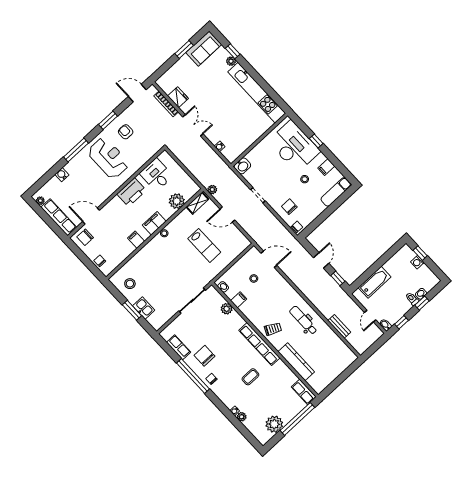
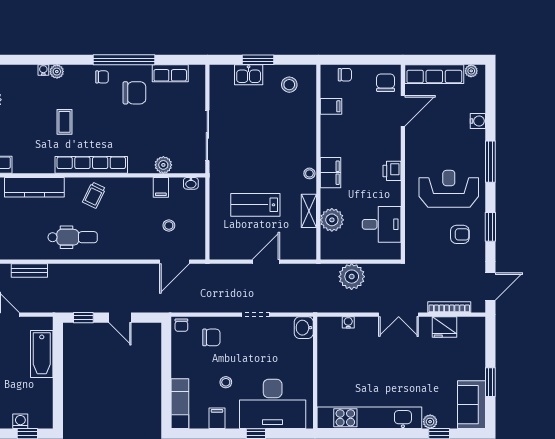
reception desk: (108, 158) -> (449, 189), turned 180
plant: (212, 190) -> (352, 277), moved, width x1.88, depth x1.88
printer: (131, 192) -> (392, 171), width x0.53, depth x0.68
shelving: (197, 203) -> (309, 211), moved
filing cabinet: (136, 240) -> (331, 106), moved
plant: (242, 417) -> (57, 72), moved

